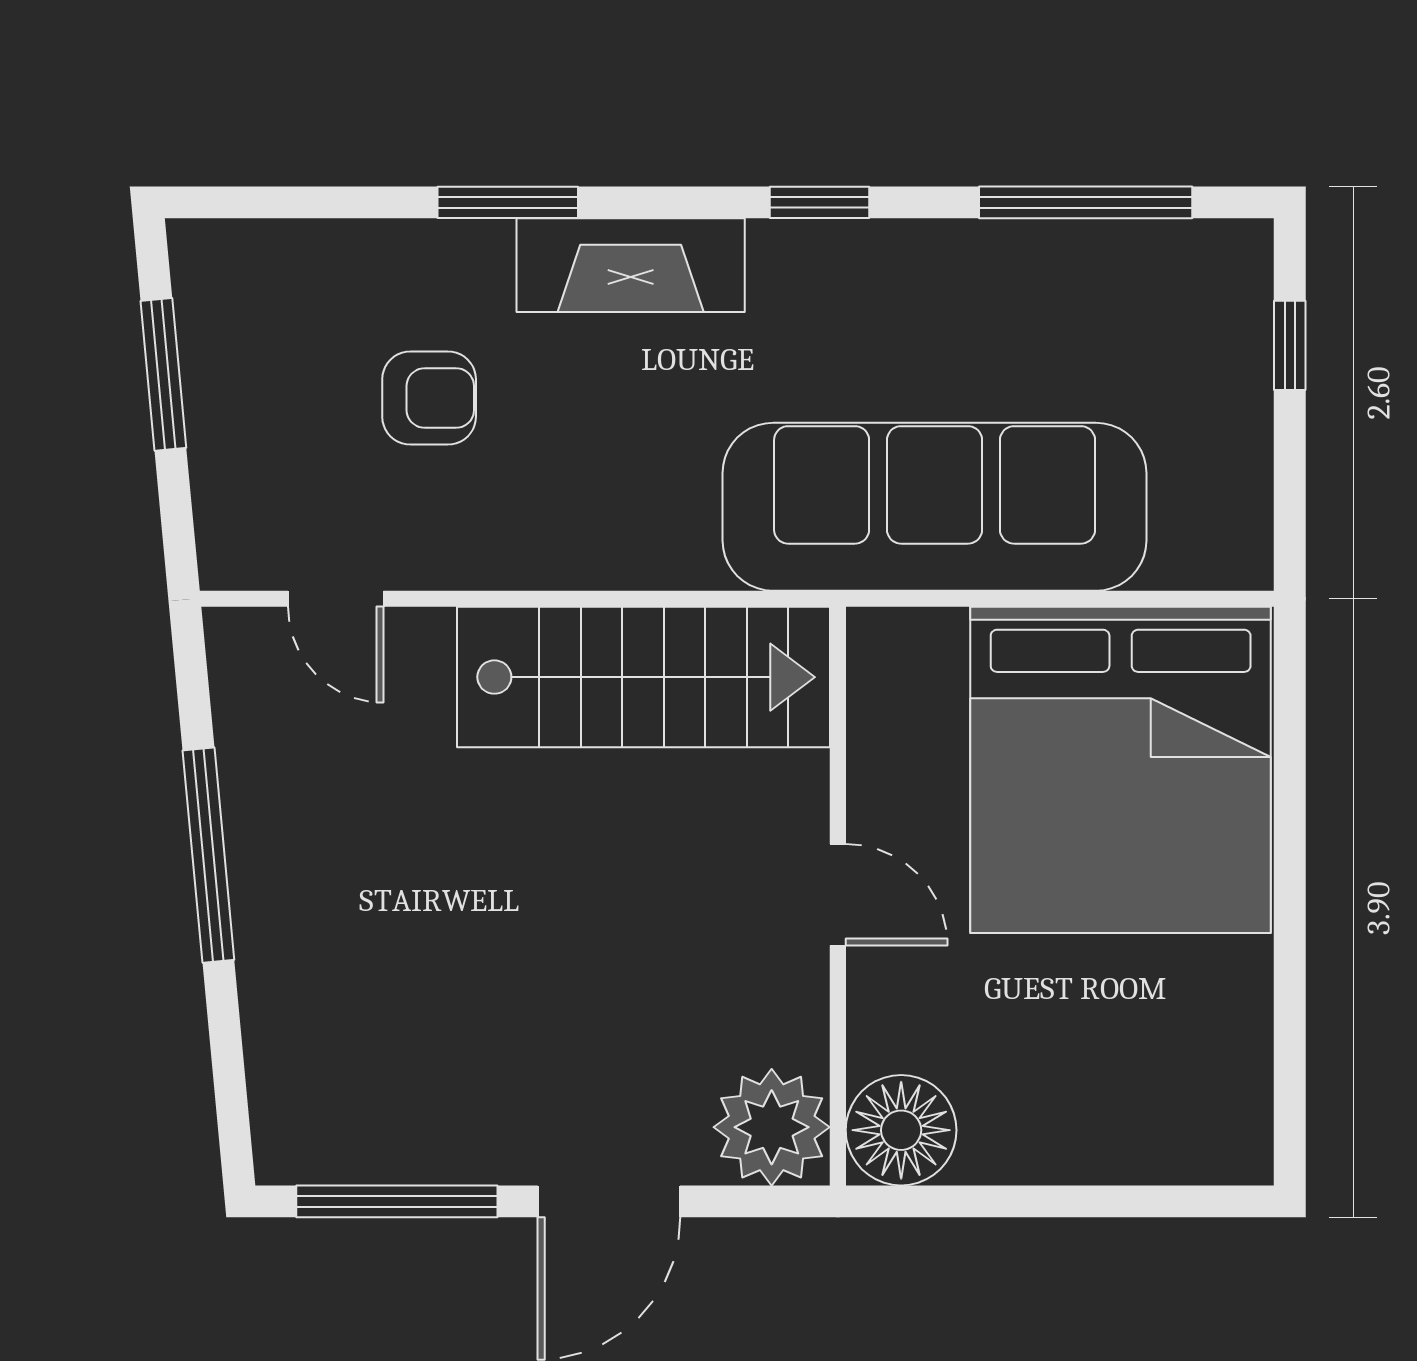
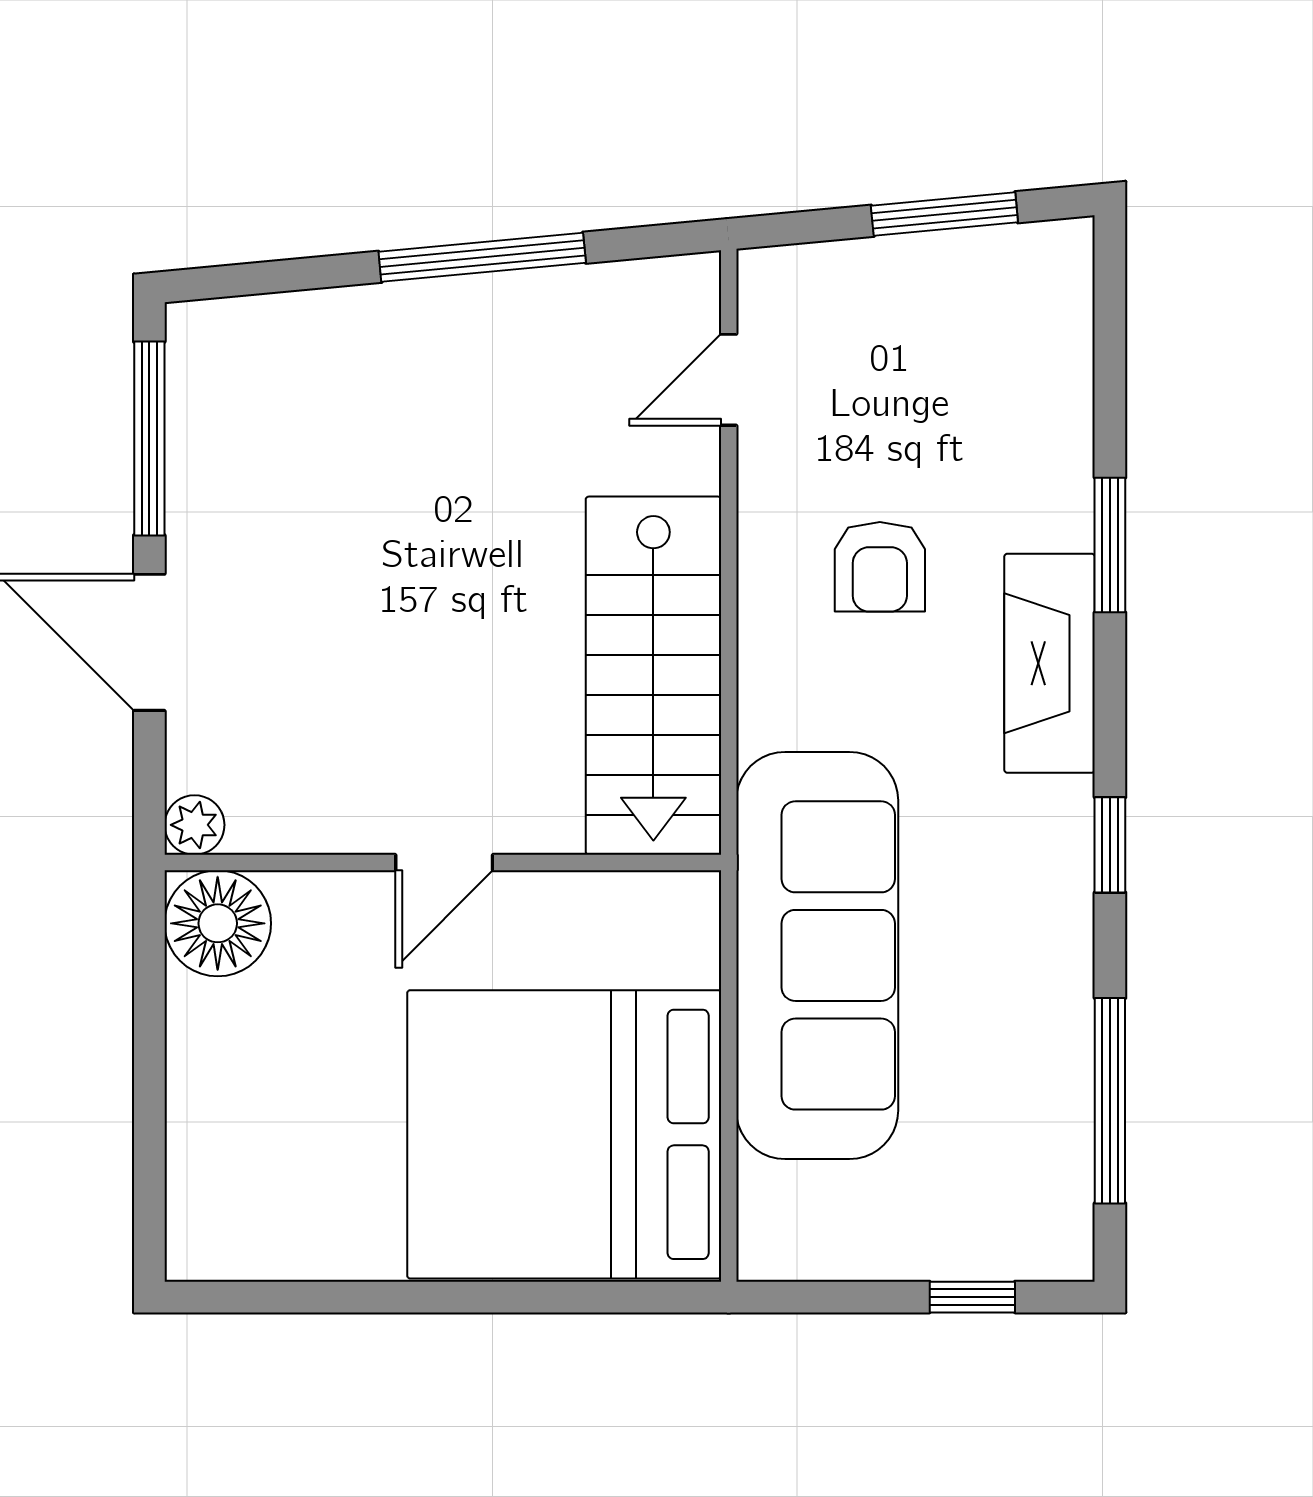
armchair: (429, 398) -> (880, 567), moved
plant: (772, 1127) -> (194, 825), width x0.53, depth x0.53

